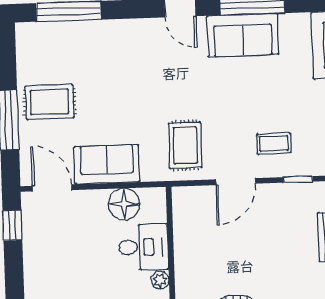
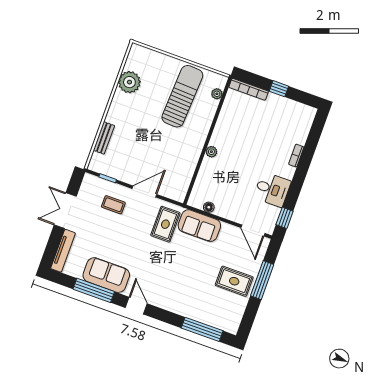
sofa: (107, 164) -> (199, 226), moved
floor lamp: (124, 204) -> (209, 207), width x0.53, depth x0.53
desk: (143, 247) -> (272, 189), moved, turned 180

